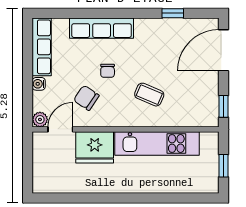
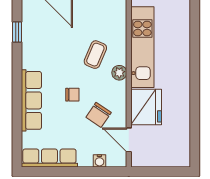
water cooler: (39, 84) -> (99, 161), moved
plant: (40, 120) -> (119, 73), moved

